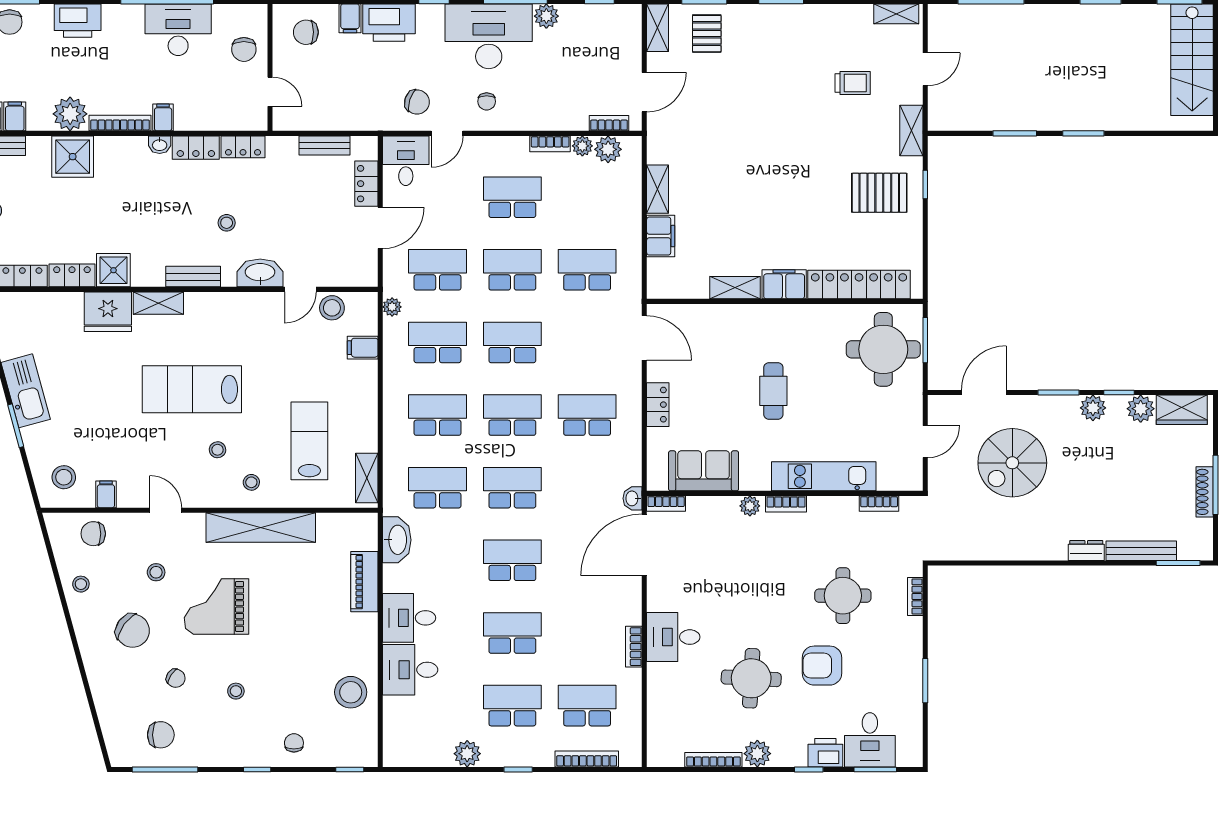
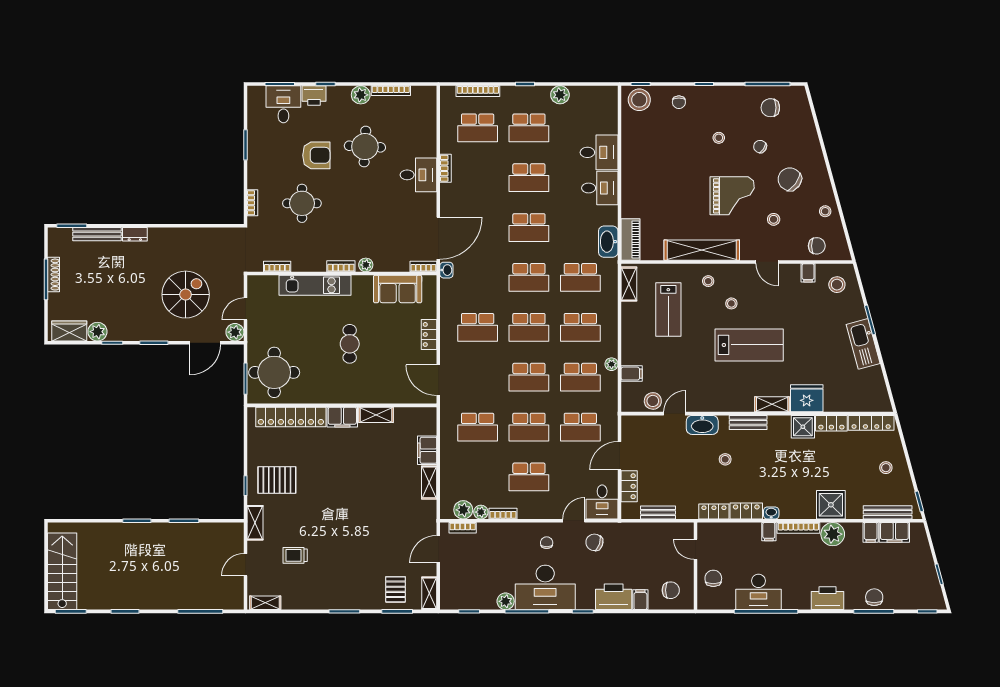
plant: (392, 307) -> (612, 364), moved
plant: (1093, 408) -> (235, 332), moved
piano: (364, 582) -> (631, 239), moved
stool: (351, 692) -> (639, 100), moved

